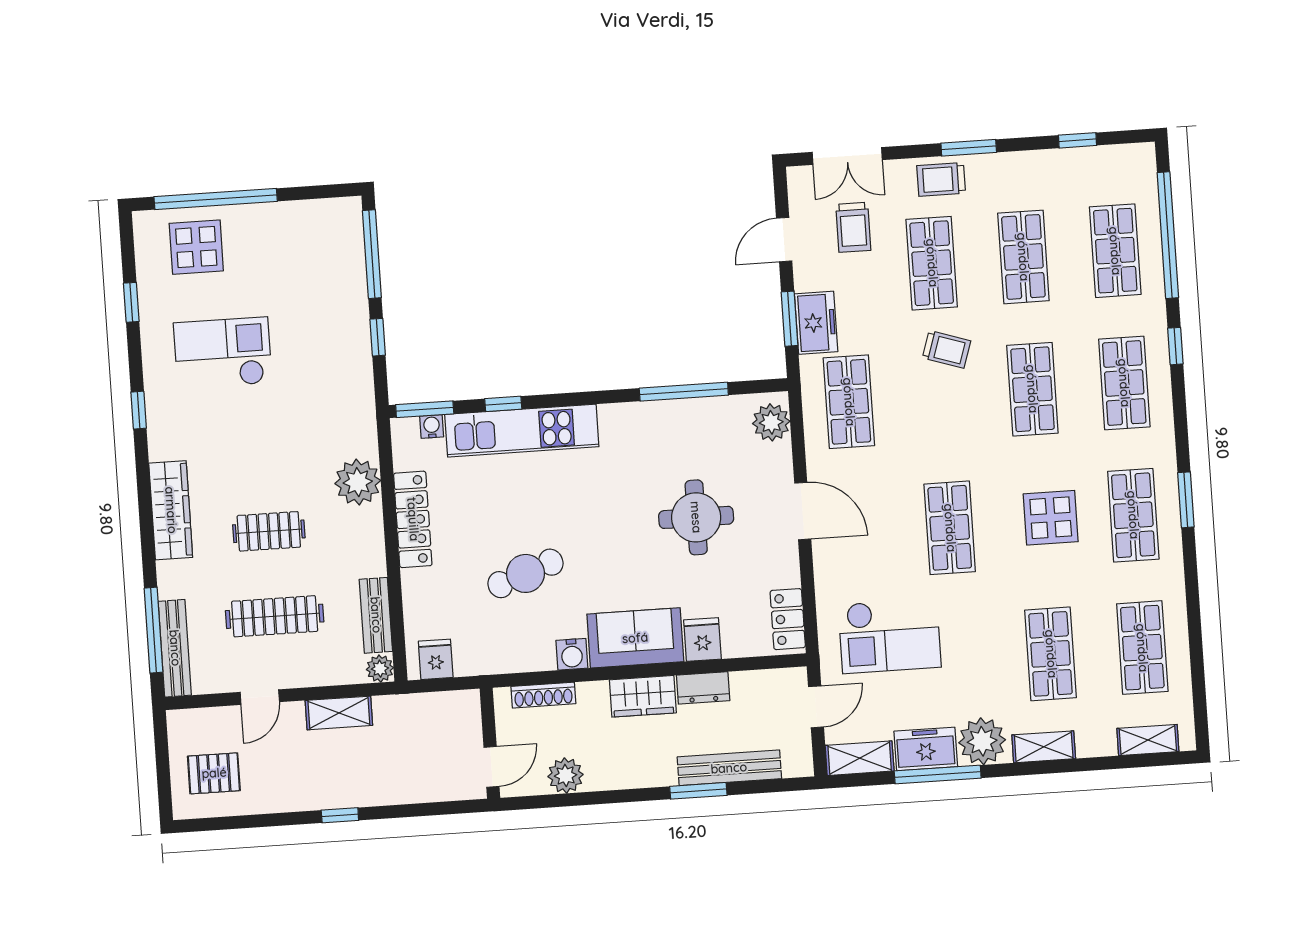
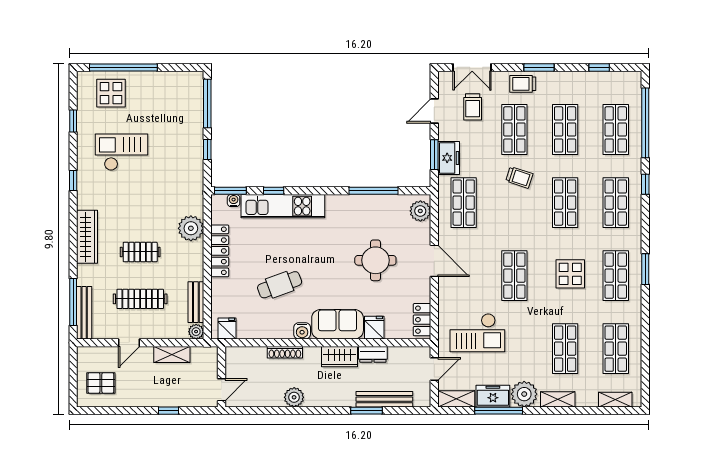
wall: (490, 743) -> (222, 377), moved
door: (492, 767) -> (222, 390), moved

